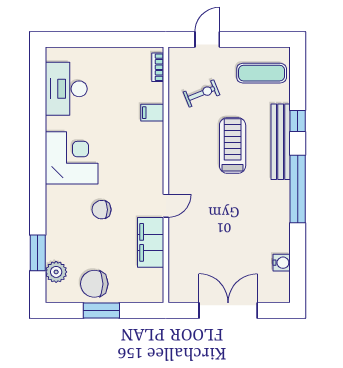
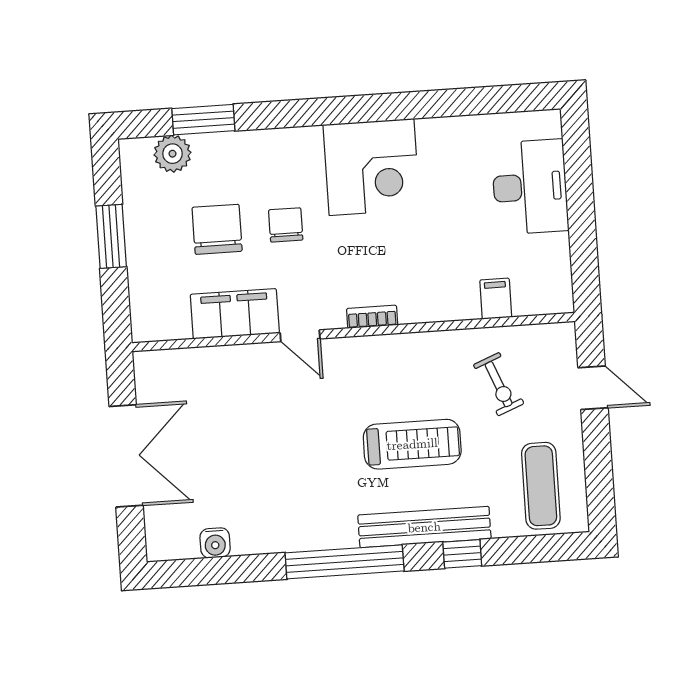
bookcase: (158, 67) -> (372, 317), moved
desk: (66, 89) -> (530, 187), moved, turned 90
filing cabinet: (152, 113) -> (496, 299), moved
chair: (94, 284) -> (217, 229), moved

